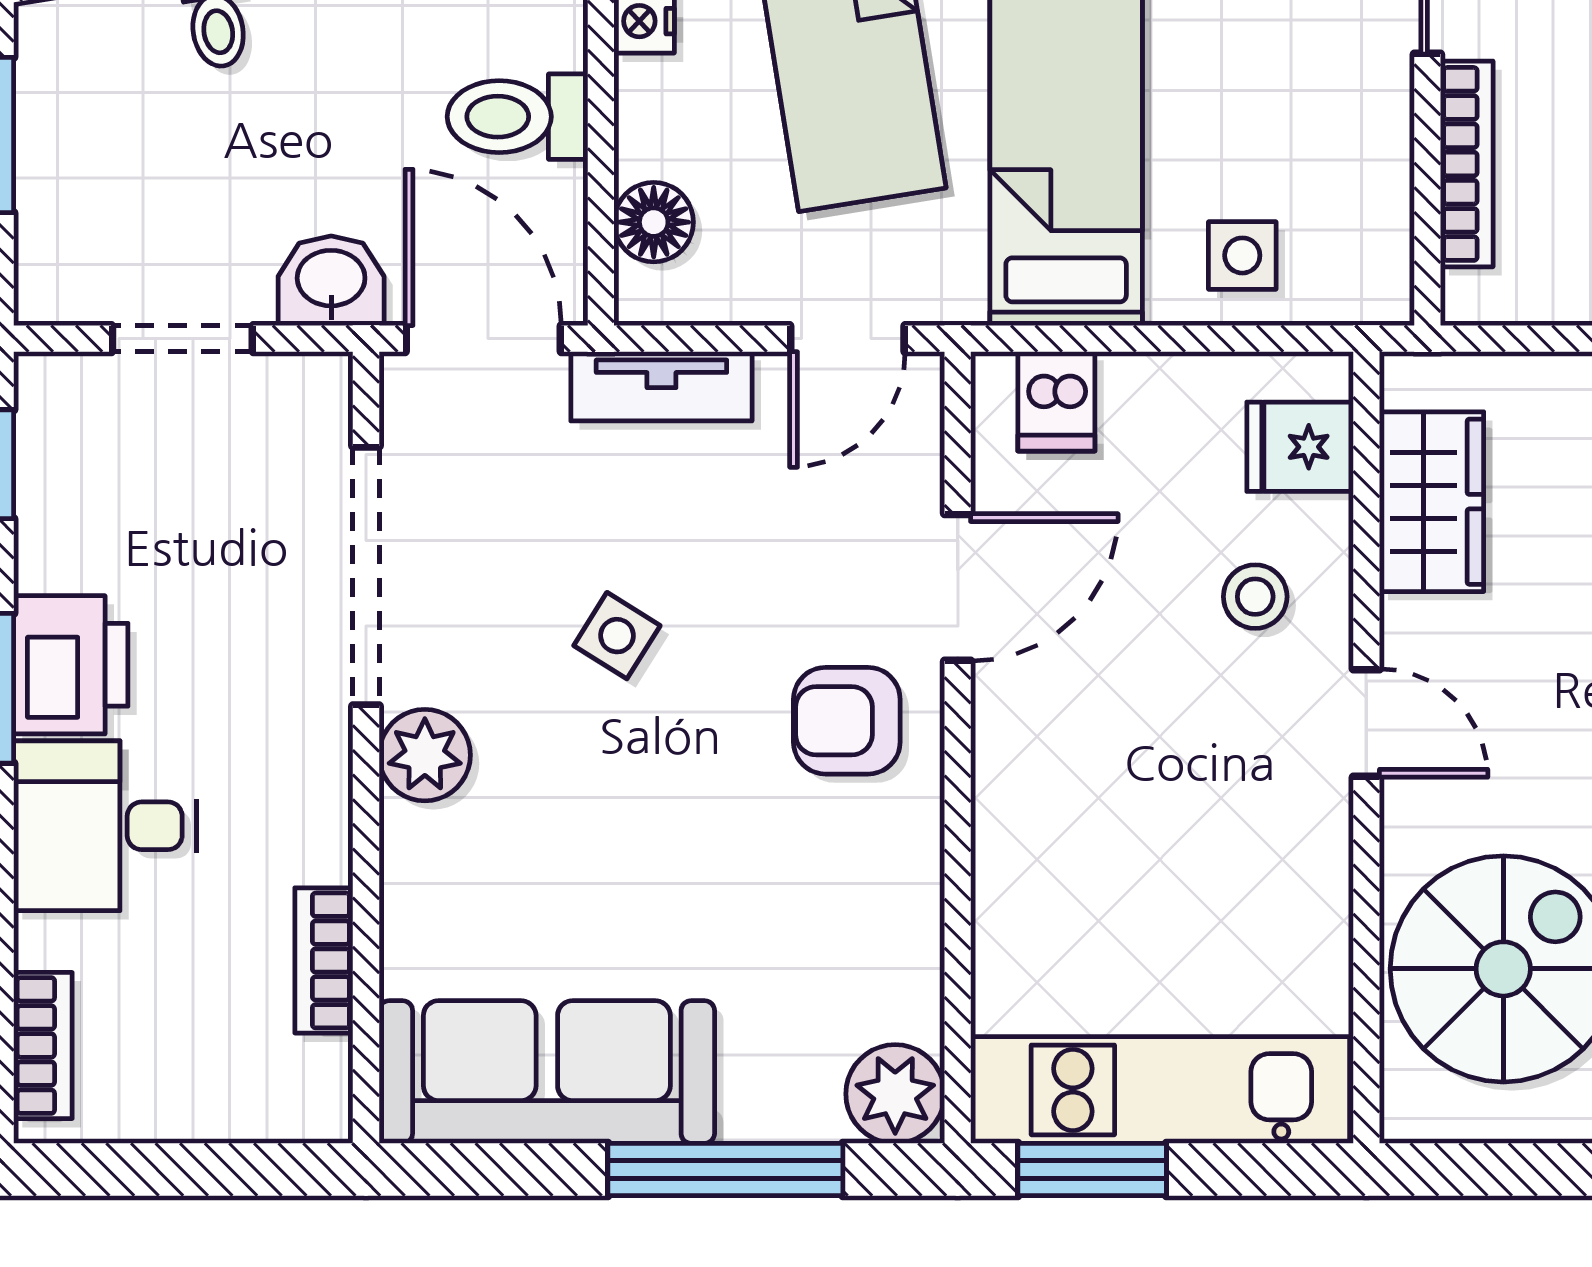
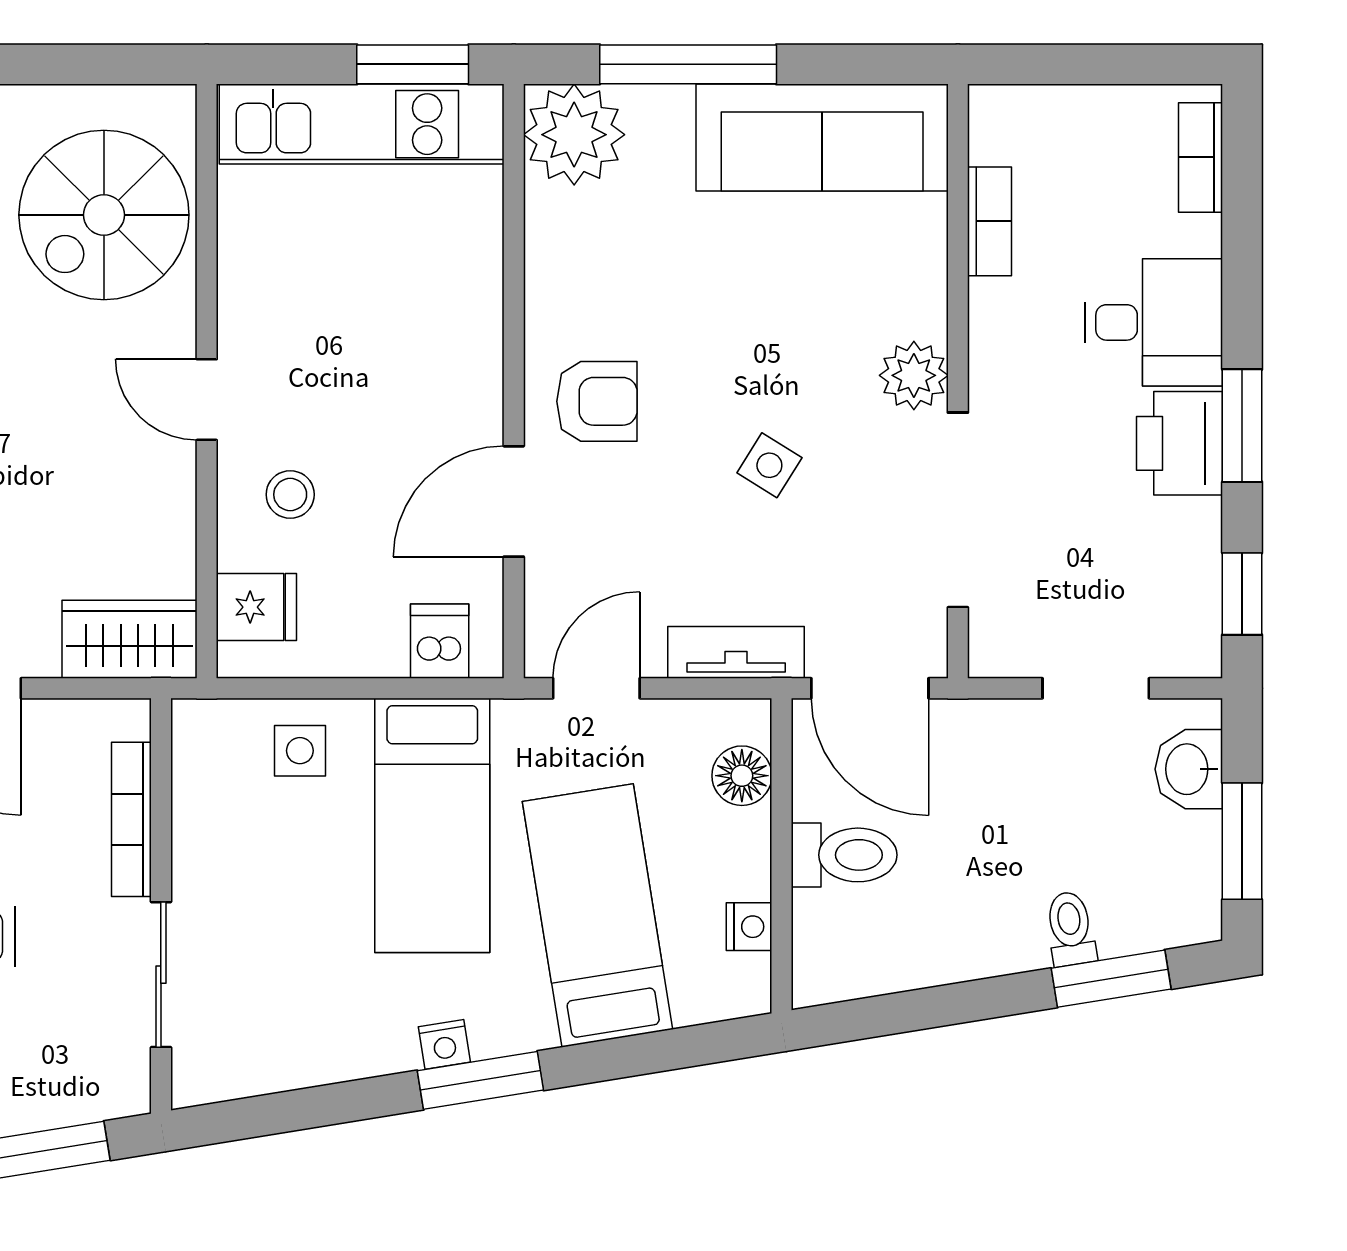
washbasin: (331, 281) -> (1189, 769), moved, turned 90
wardrobe: (1432, 502) -> (129, 639), moved, turned 90
plant: (895, 1094) -> (574, 135), width x1.36, depth x1.36

